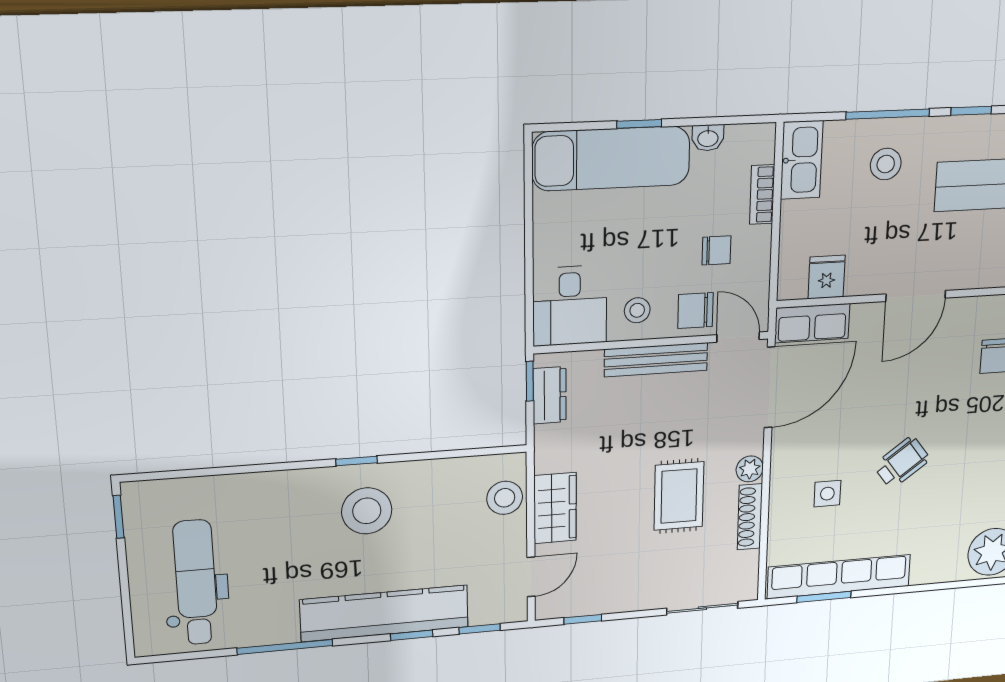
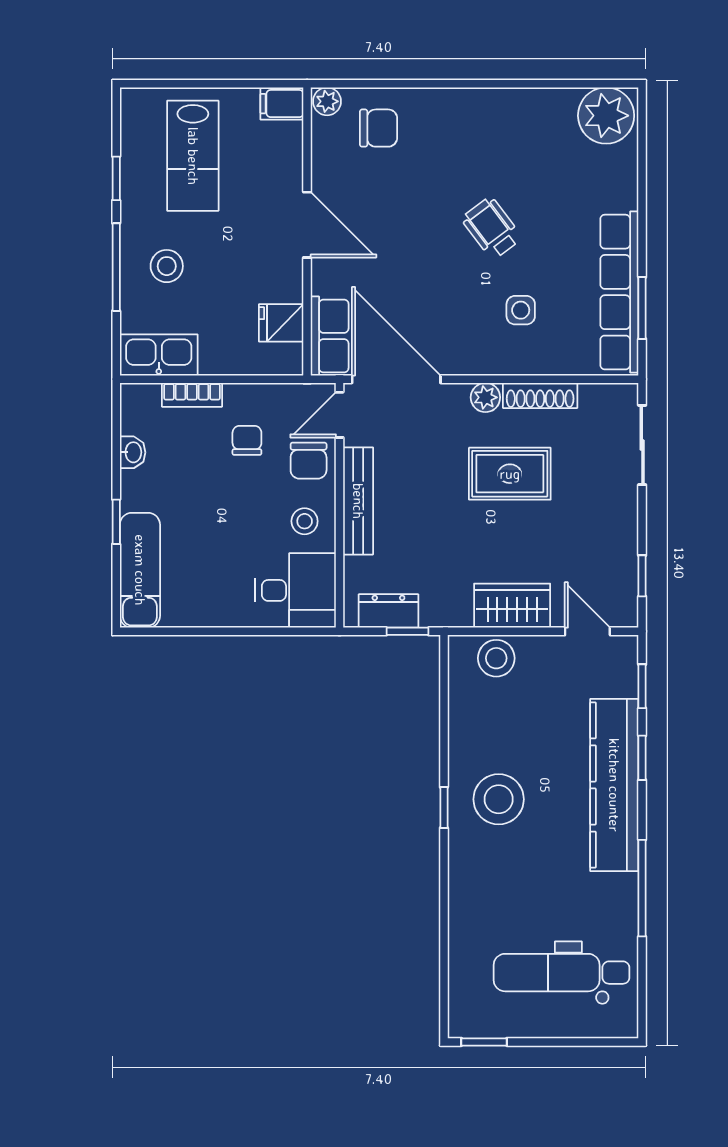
exam couch: (611, 159) -> (140, 570), width x0.73, depth x0.69
window: (530, 381) -> (407, 631), moved

